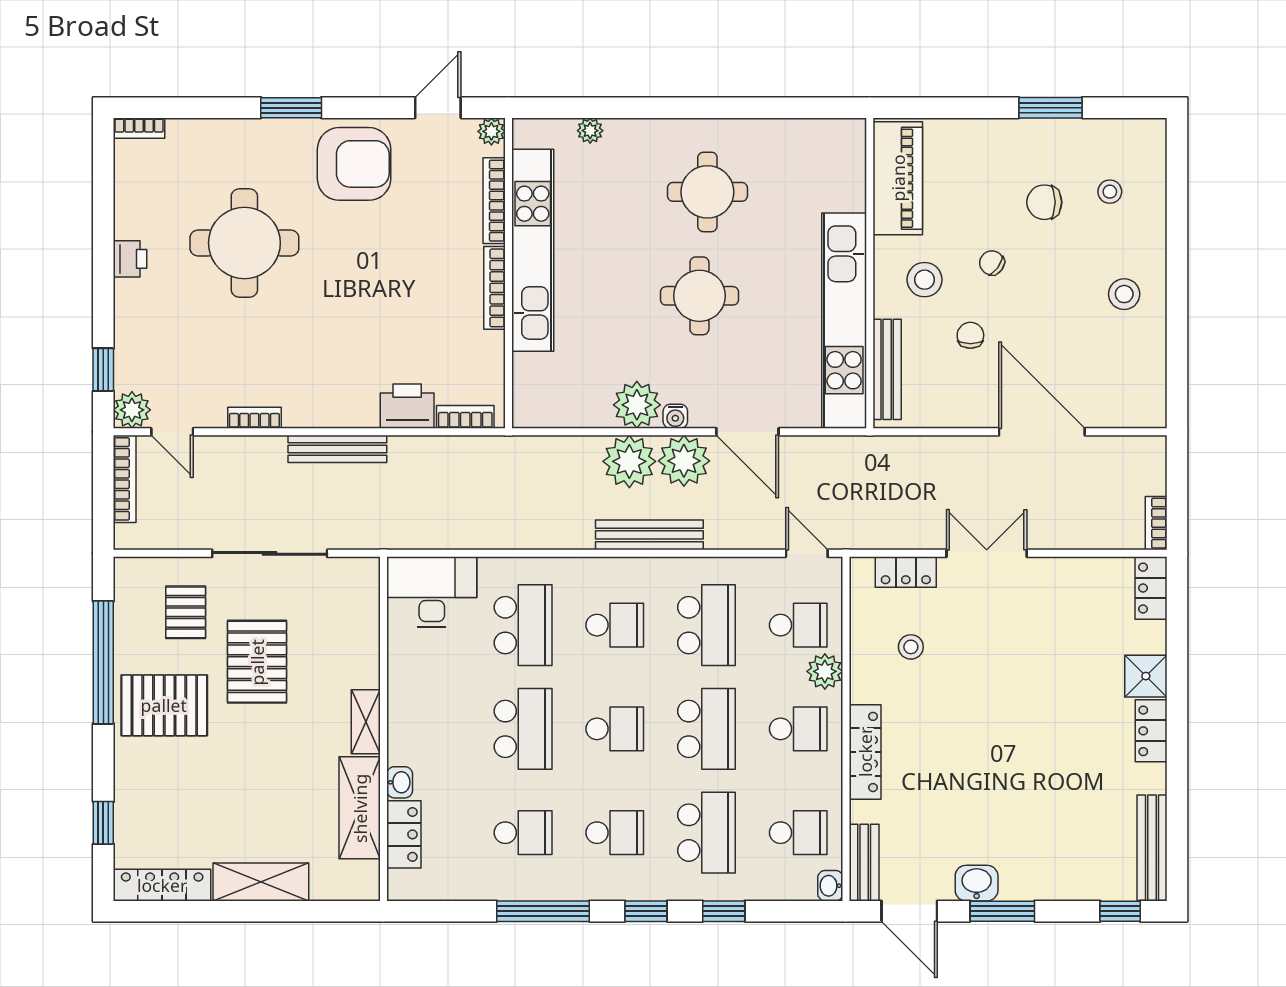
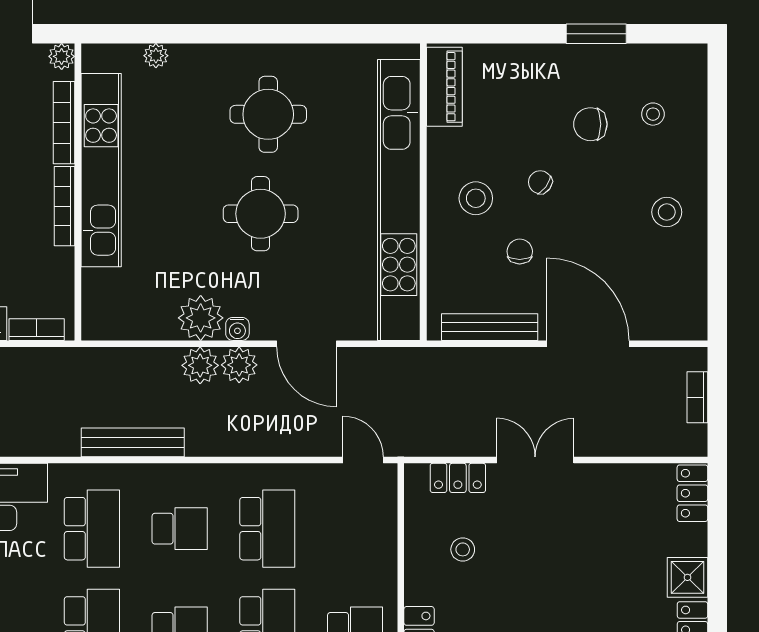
piano: (898, 178) -> (444, 87), width x0.73, depth x0.75
kitchen unit: (844, 321) -> (399, 200), width x1.36
bench: (887, 369) -> (490, 327), moved, turned 90
plant: (629, 461) -> (200, 365), width x0.73, depth x0.73
plant: (684, 461) -> (239, 365), width x0.73, depth x0.73
bookcase: (1156, 523) -> (697, 397), moved
bench: (649, 535) -> (133, 442), moved
school desk: (798, 625) -> (355, 529), removed
plant: (825, 671) -> (380, 573), removed

